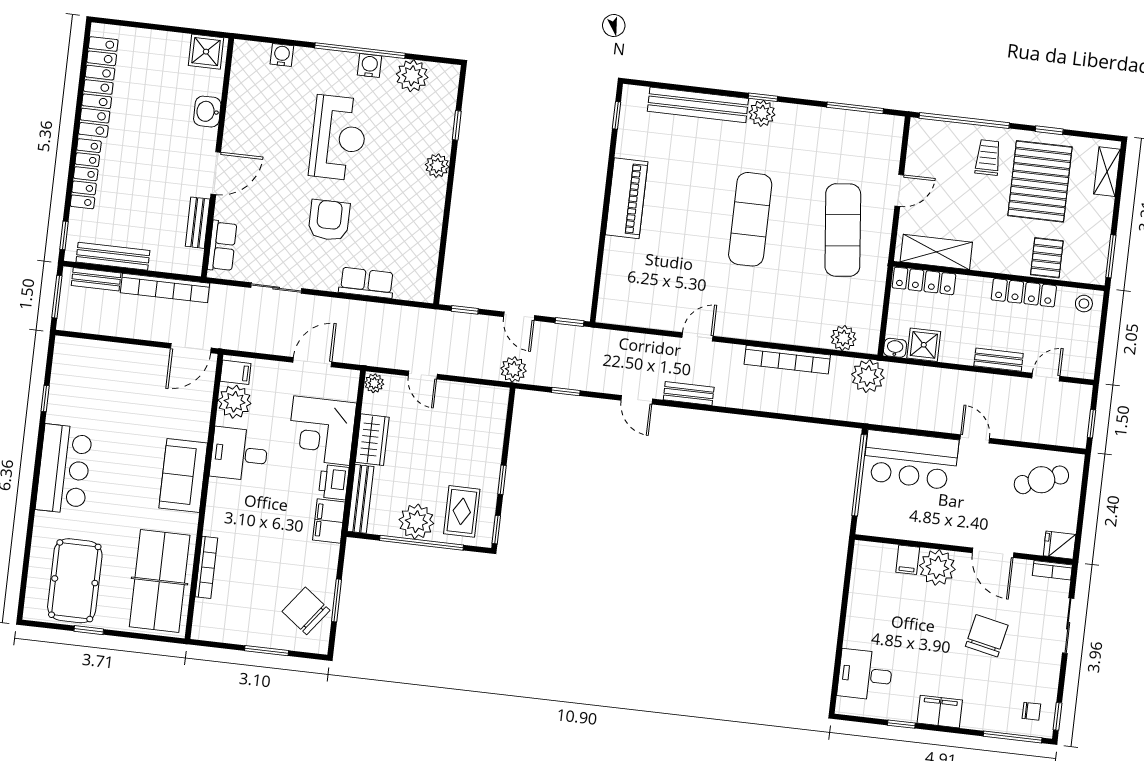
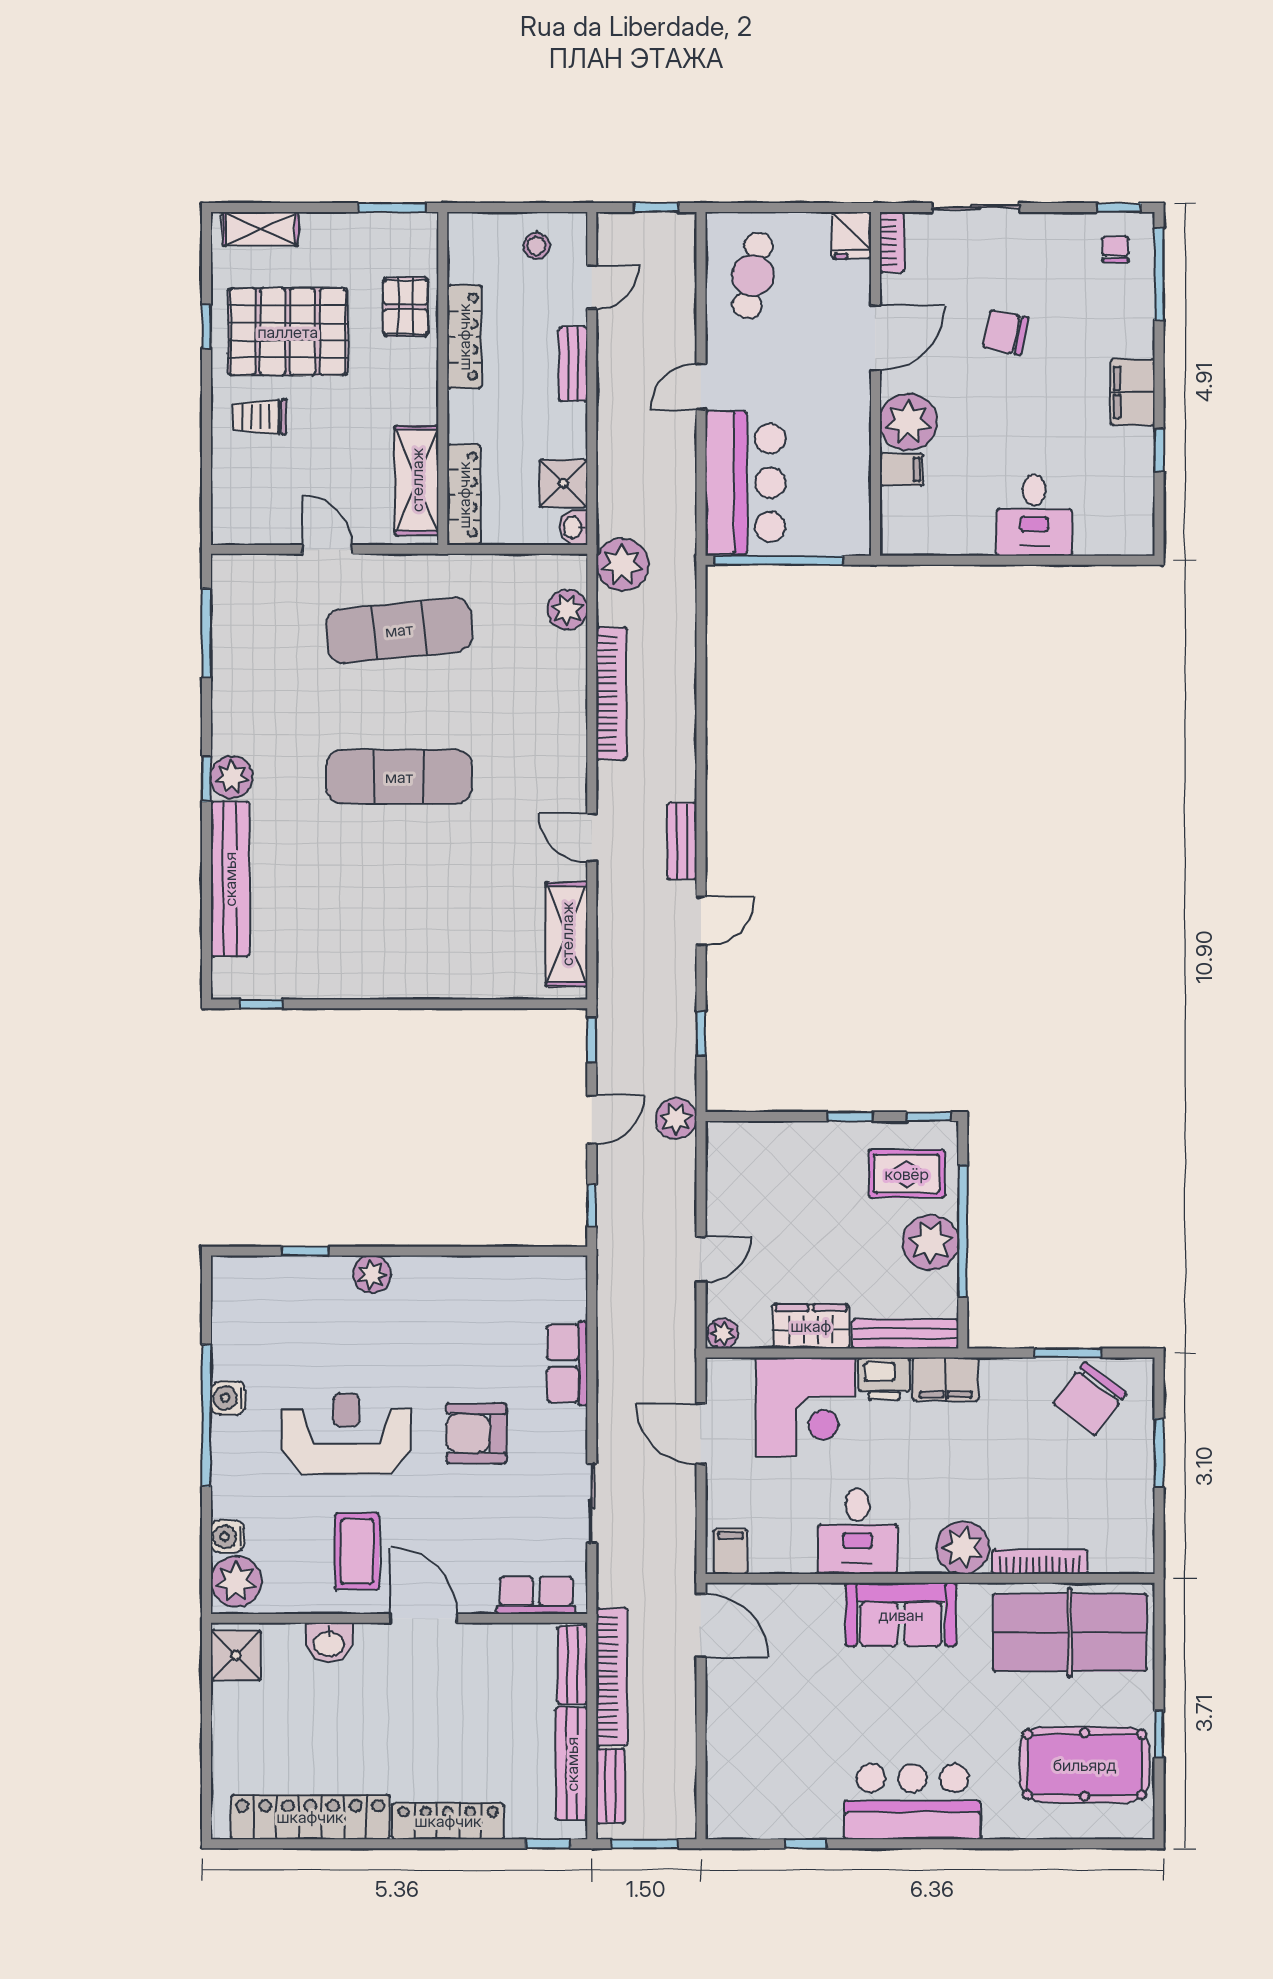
plant: (412, 76) -> (236, 1582), moved
window: (964, 120) -> (206, 461), removed
coffee table: (263, 136) -> (357, 1551), added
piano: (627, 198) -> (388, 973), removed
bench: (198, 223) -> (572, 1665), moved, turned 90
pallet: (1047, 258) -> (406, 307), turned 90
stool: (1084, 304) -> (537, 246), moved
shelving: (638, 314) -> (567, 934), added
door: (1046, 377) -> (592, 287), swing flipped
plant: (235, 402) -> (963, 1548), moved
cafe table: (1041, 480) -> (753, 275), turned 32
chair: (987, 636) -> (1006, 333), width x0.73, depth x0.73
desk: (865, 675) -> (1034, 515), moved

